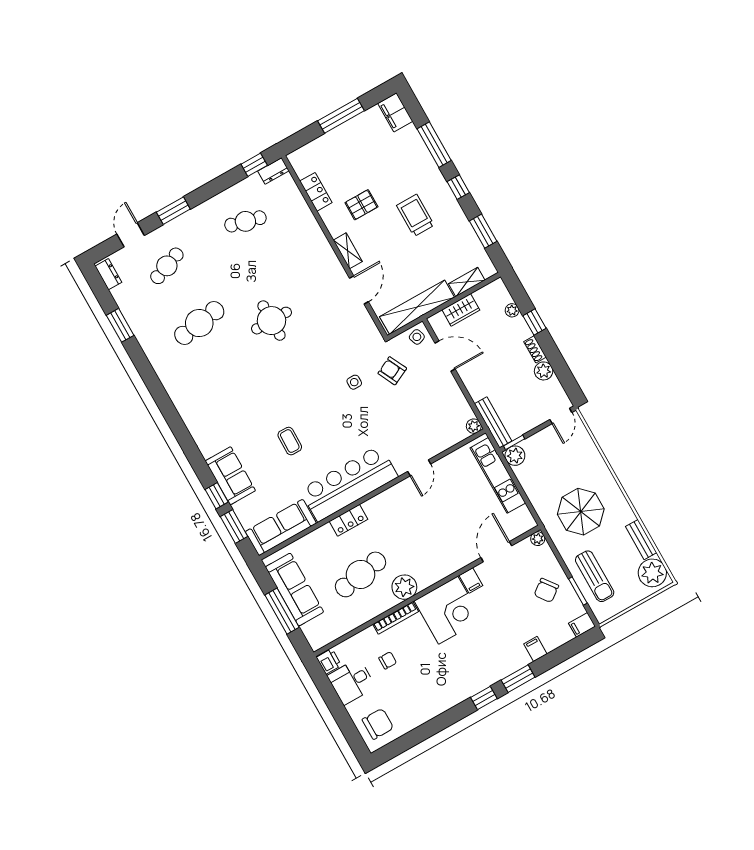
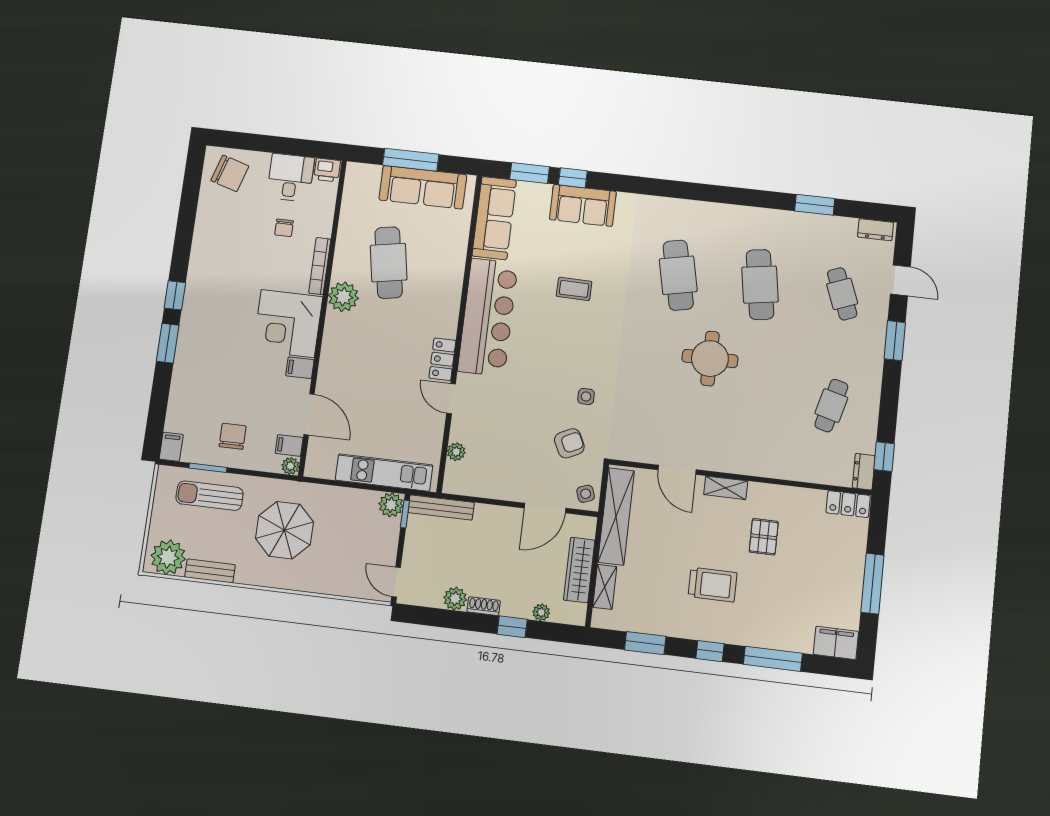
locker: (316, 192) -> (848, 504), moved
wardrobe: (461, 310) -> (579, 570), width x1.50
cafe table: (232, 380) -> (678, 275), added
plant: (474, 426) -> (456, 452), moved
locker: (348, 520) -> (442, 359), moved
chair: (546, 590) -> (233, 436), turned 37
filing cabinet: (535, 649) -> (289, 445), moved, turned 180
chair: (378, 724) -> (230, 173), turned -73

